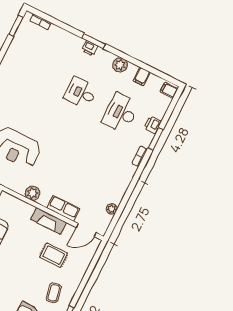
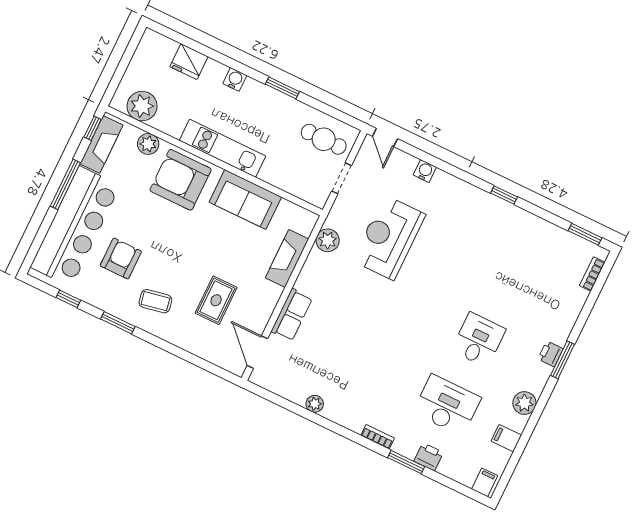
plant: (33, 193) -> (328, 240), moved
plant: (112, 209) -> (315, 404), moved
fireplace: (49, 221) -> (287, 258), moved

